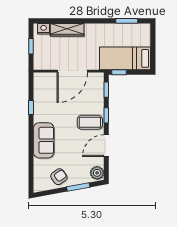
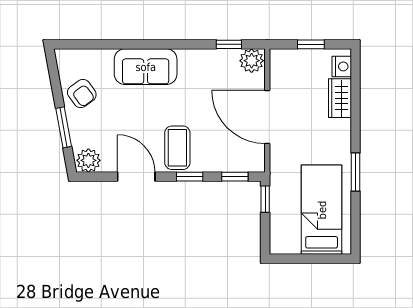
window: (127, 21) -> (355, 172), moved
wardrobe: (67, 30) -> (340, 98), width x0.67
bed: (125, 58) -> (322, 210), moved
plant: (40, 80) -> (252, 61), added
window: (31, 108) -> (229, 44), moved

